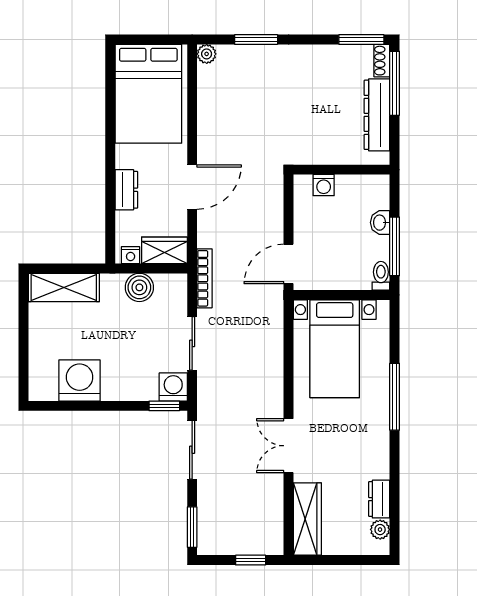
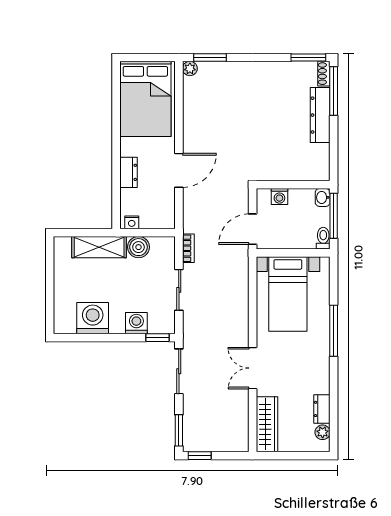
window: (256, 40) -> (210, 57), moved
wall: (342, 170) -> (293, 185), moved
washing machine: (324, 185) -> (279, 196), moved
wardrobe: (164, 250) -> (158, 219), removed
bookcase: (205, 278) -> (188, 248), width x0.64
shelving: (64, 287) -> (99, 247), moved
washing machine: (173, 387) -> (136, 323), moved
window: (251, 560) -> (200, 456), moved

